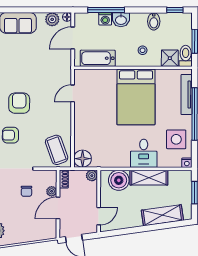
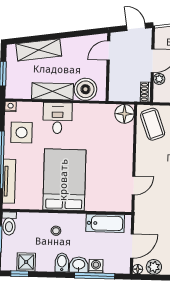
bidet: (154, 21) -> (62, 262), moved
shower: (170, 58) -> (26, 262), moved
plant: (92, 176) -> (115, 95), removed

